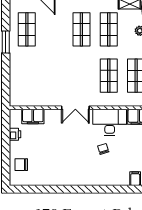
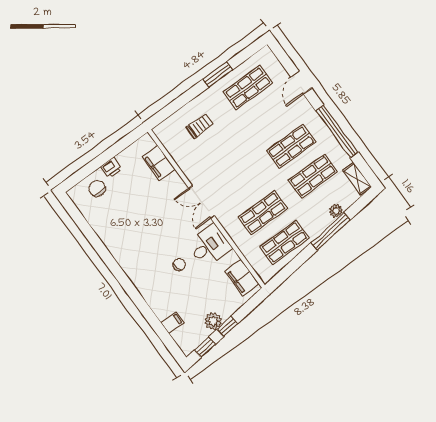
trolley: (29, 75) -> (200, 126), added
desk: (110, 122) -> (209, 246), width x0.73
printer: (15, 134) -> (111, 168), moved

